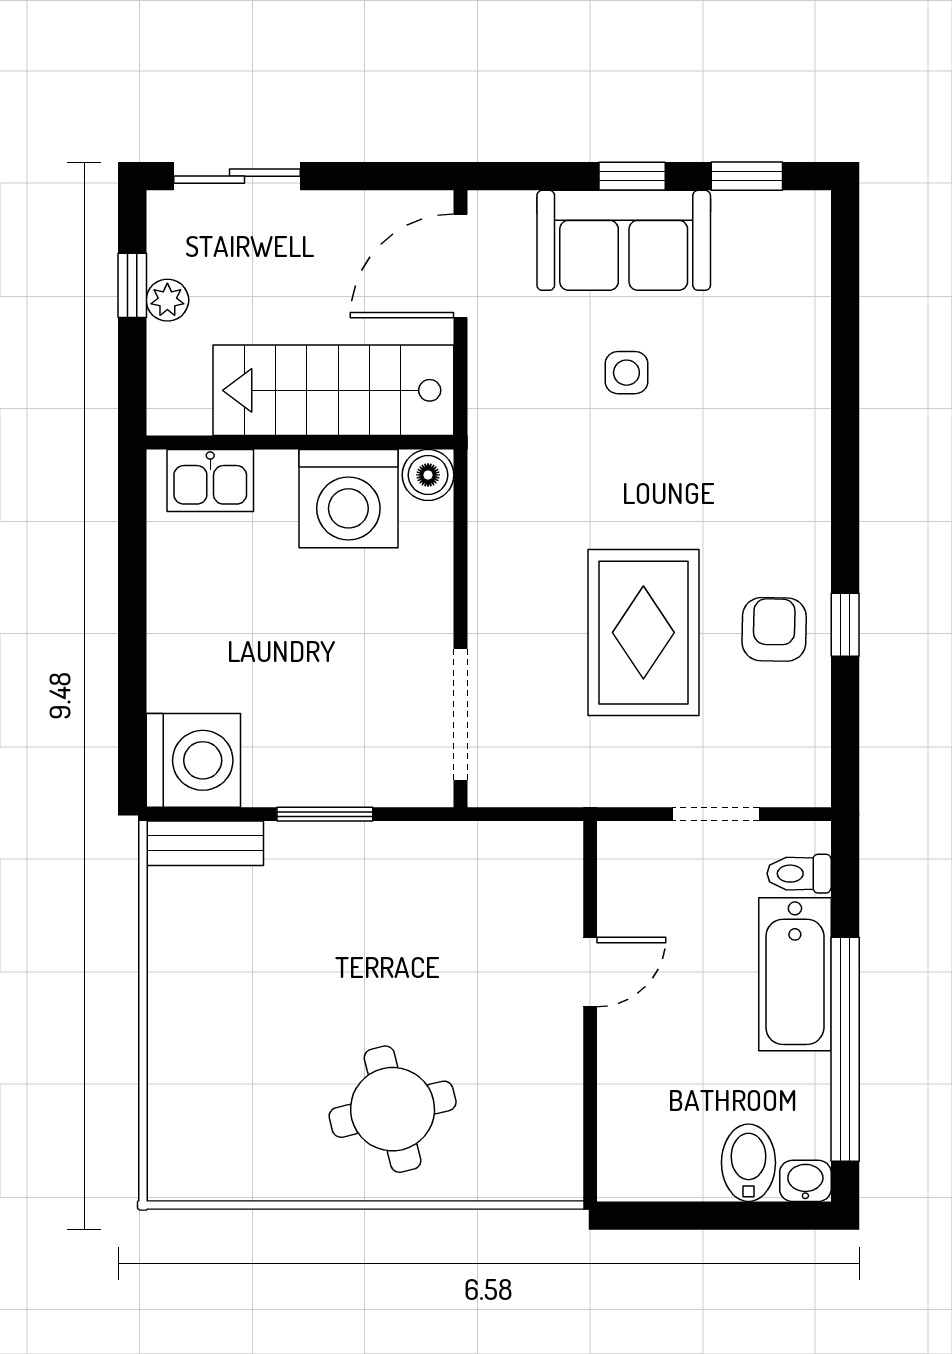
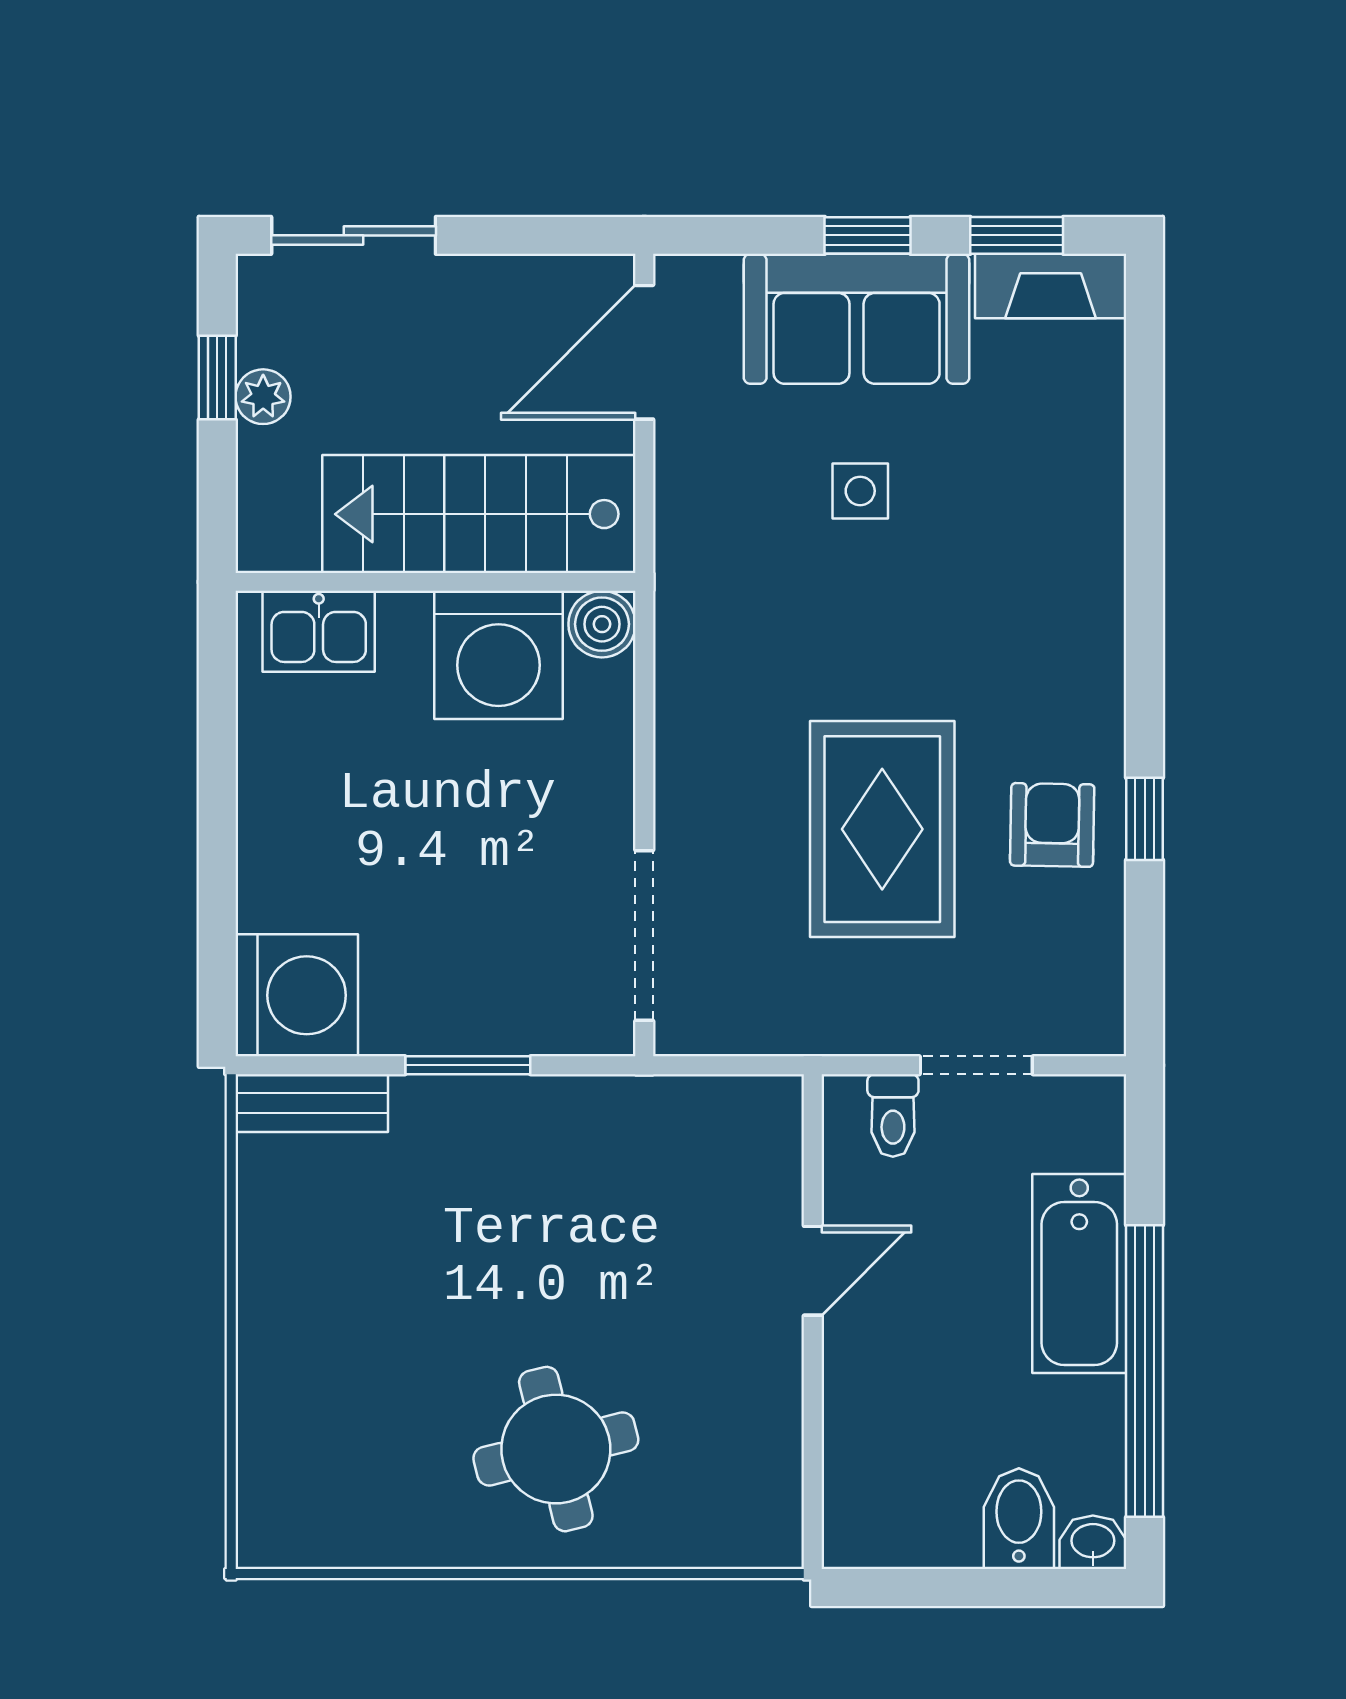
fireplace: (773, 215) -> (1051, 286), added
toilet: (799, 874) -> (893, 1116), moved, turned -90

